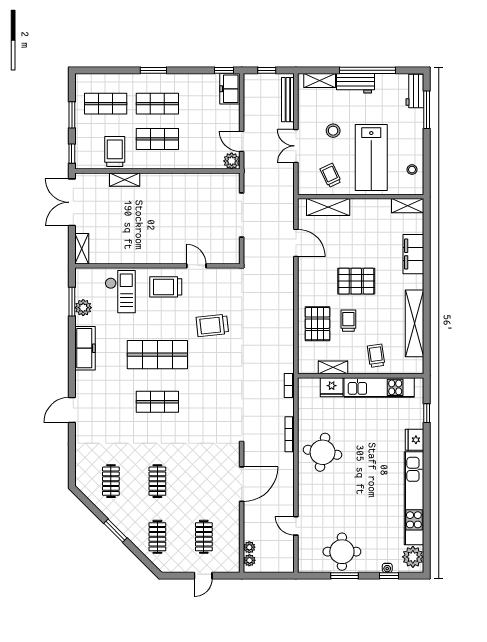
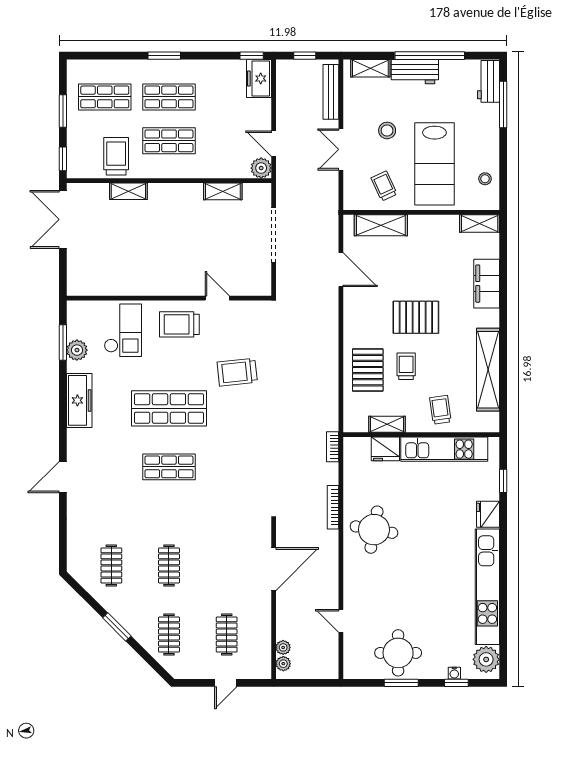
shelving: (82, 249) -> (223, 191), moved, turned 90

